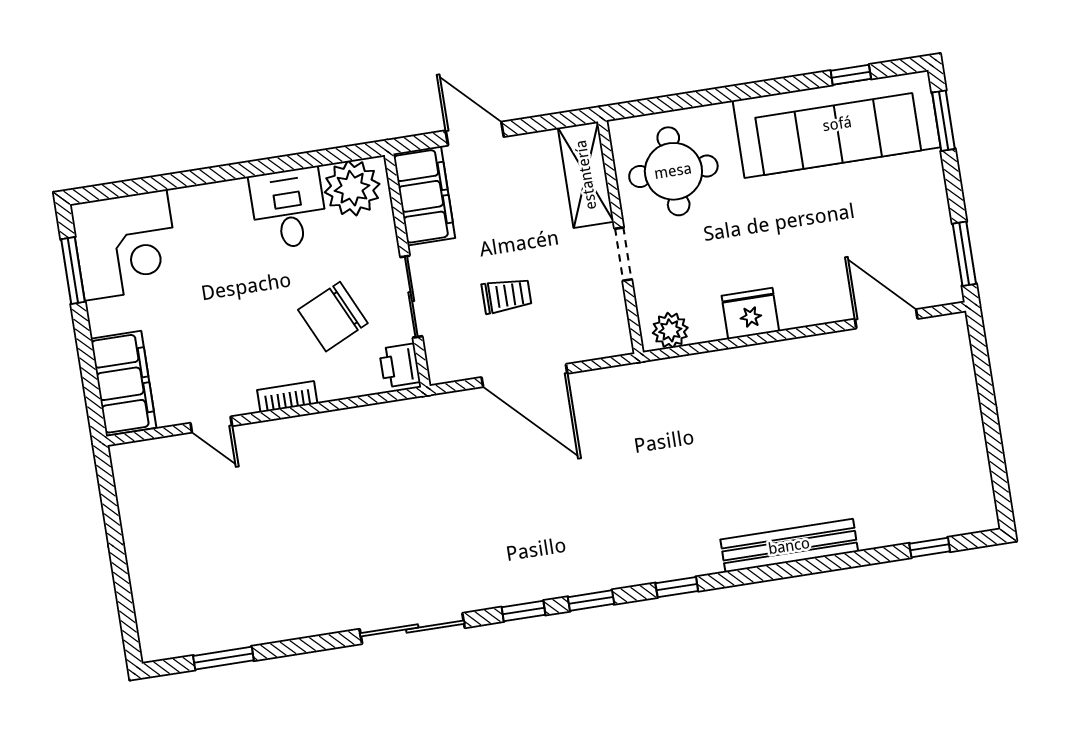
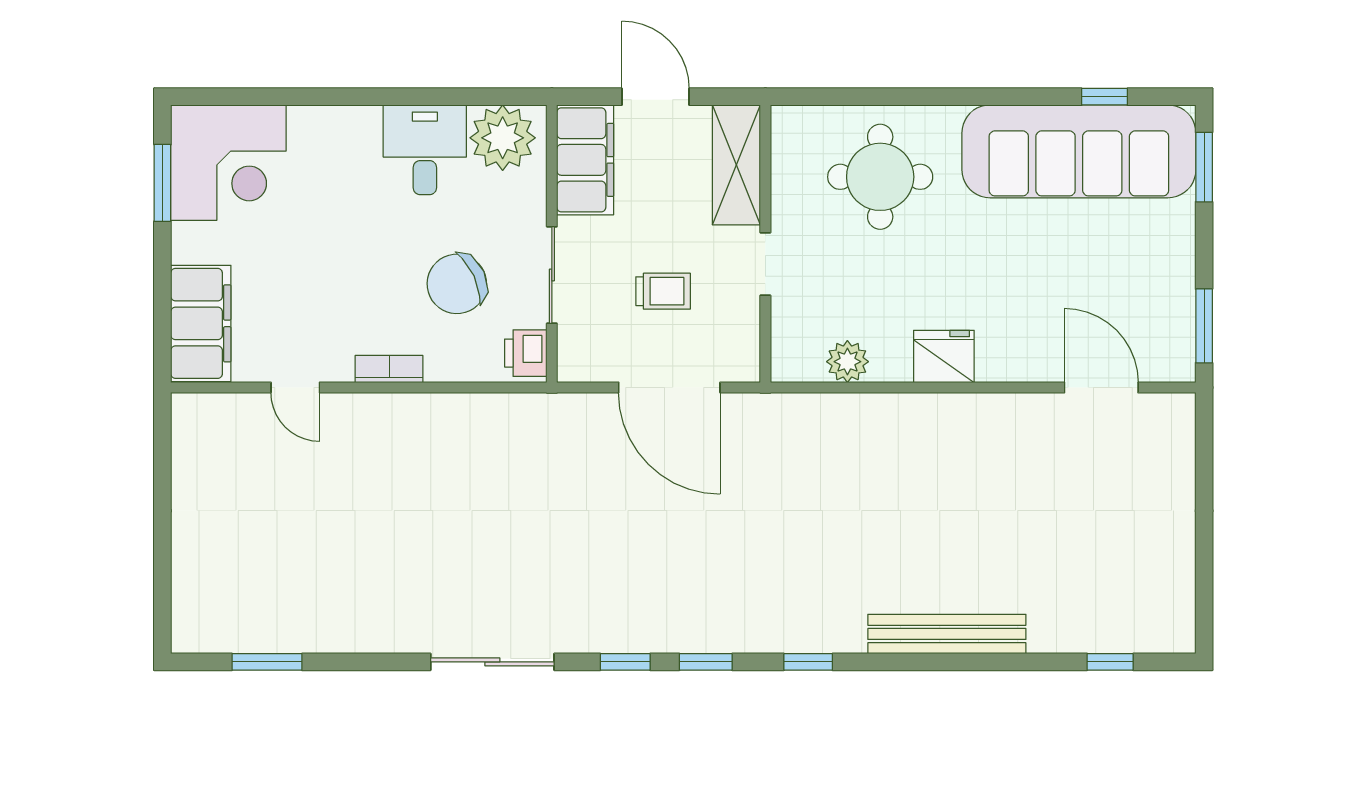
shelving: (586, 175) -> (736, 165), moved
wall: (620, 237) -> (765, 244), moved
doorway: (623, 254) -> (765, 264), moved

